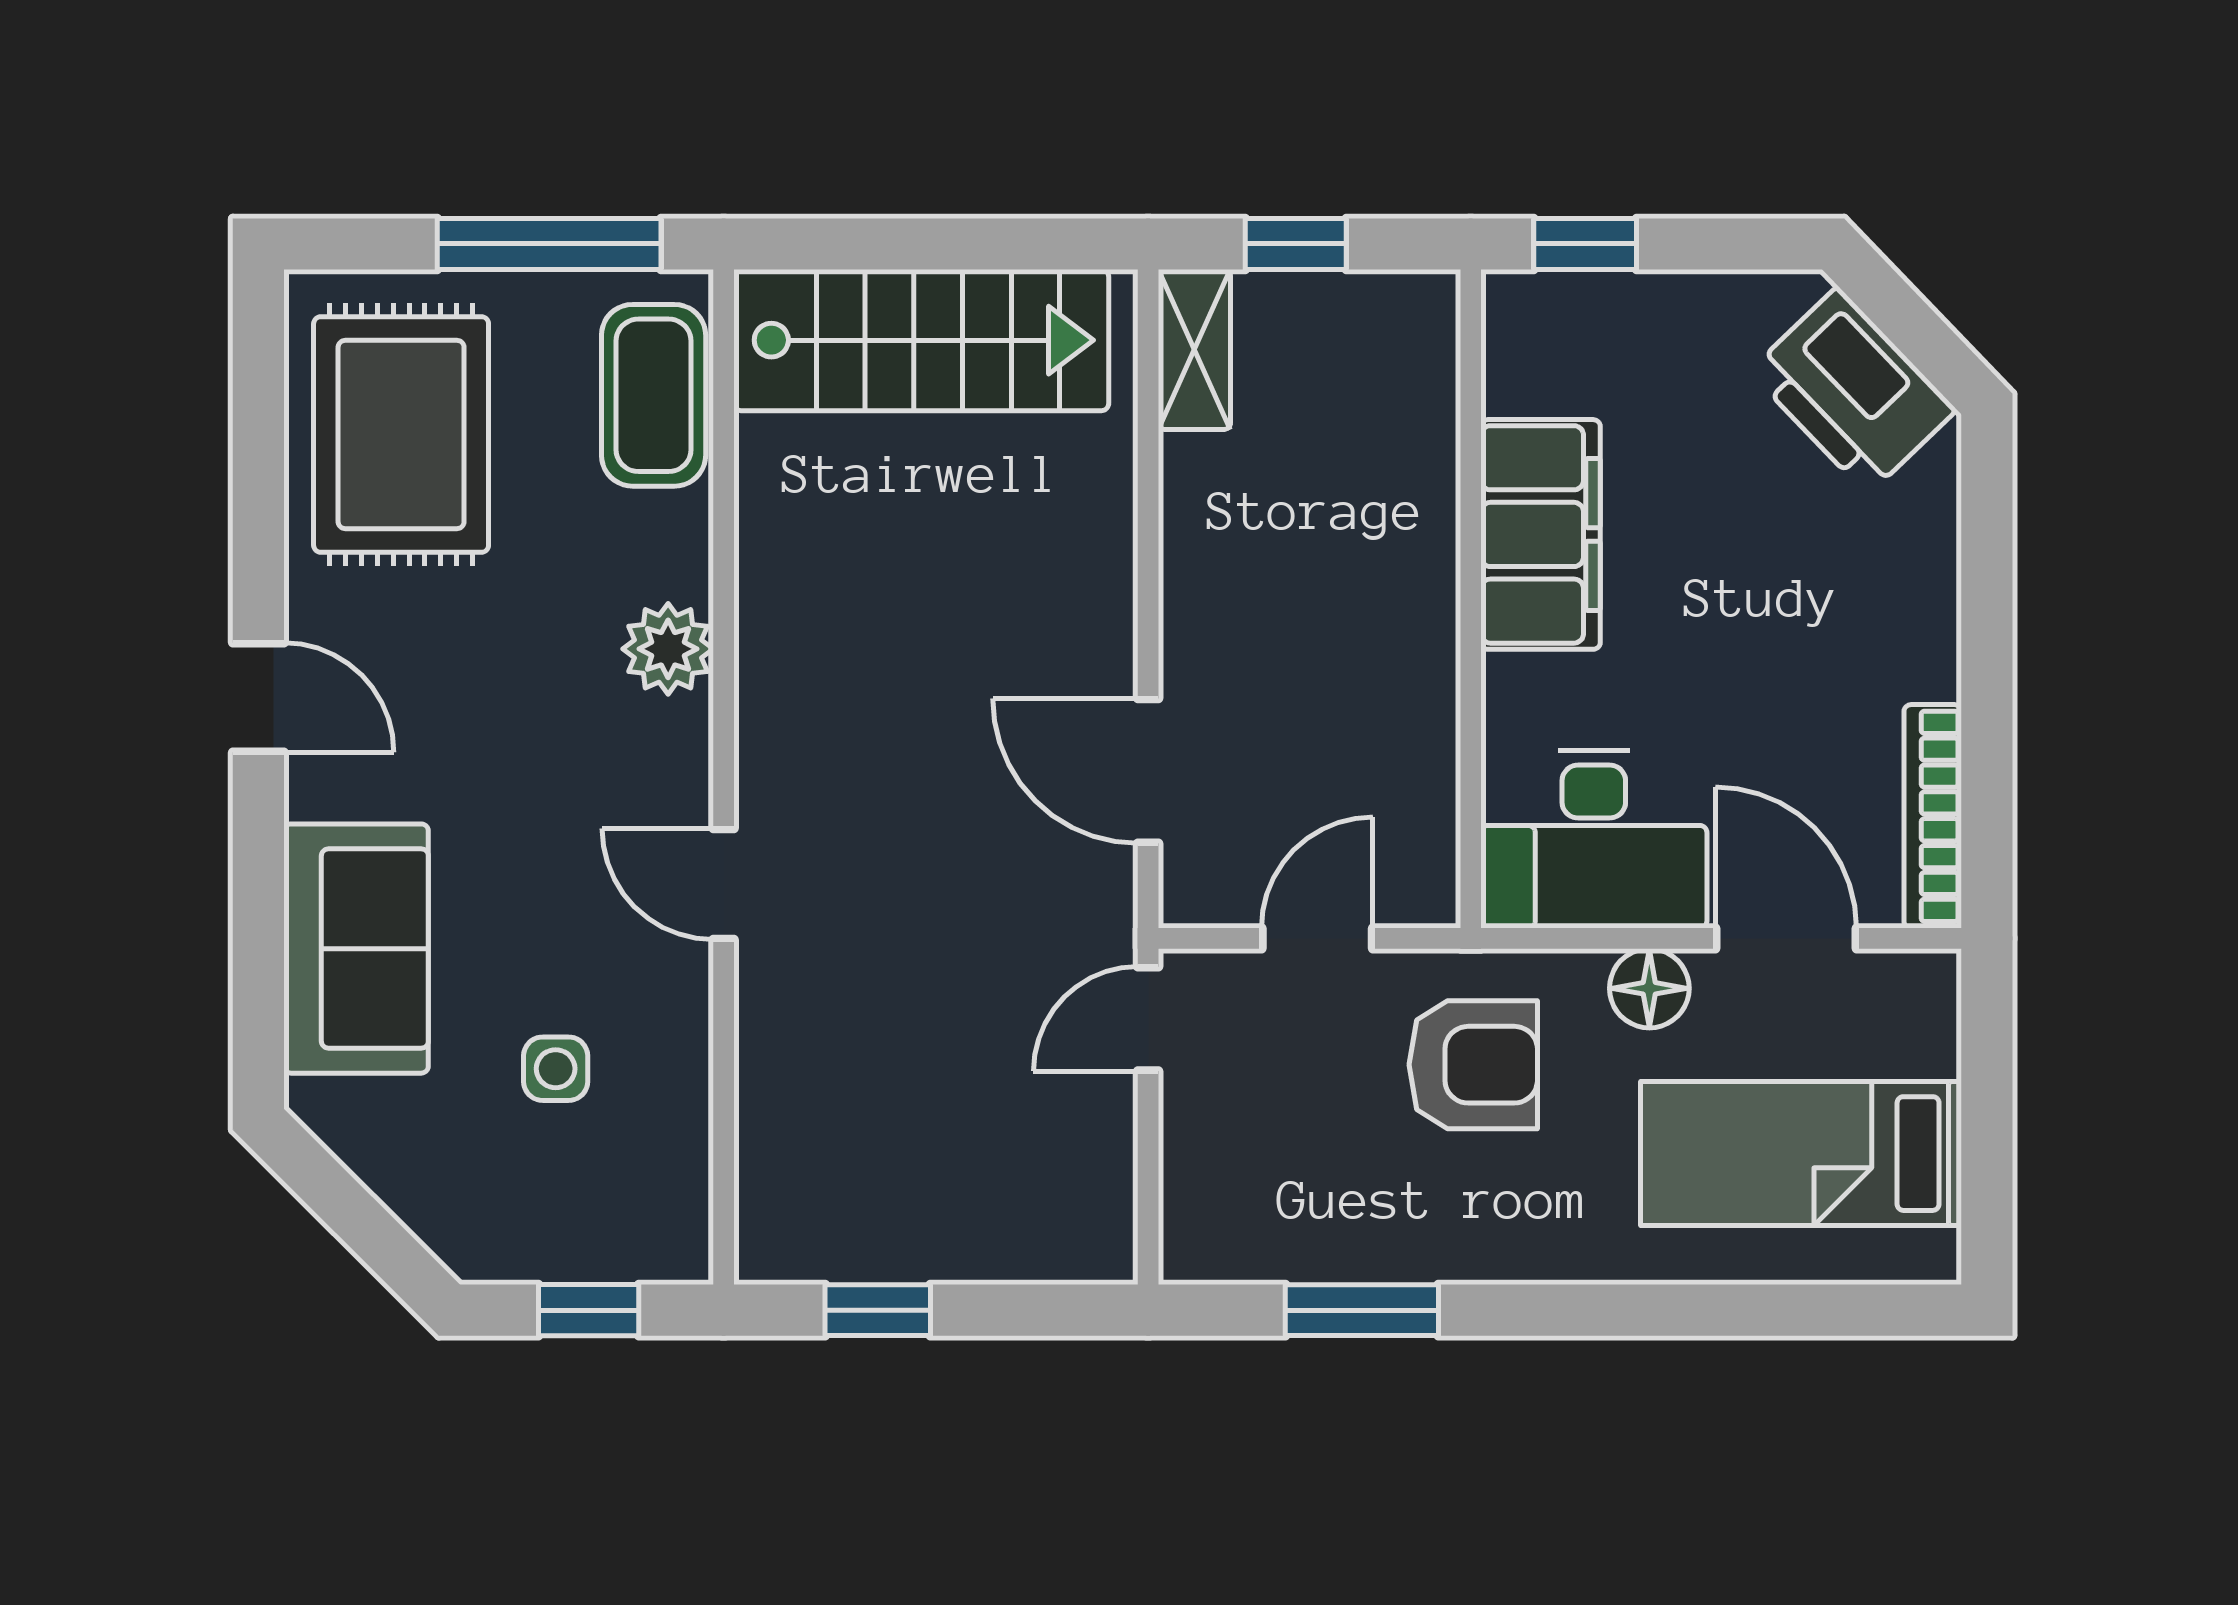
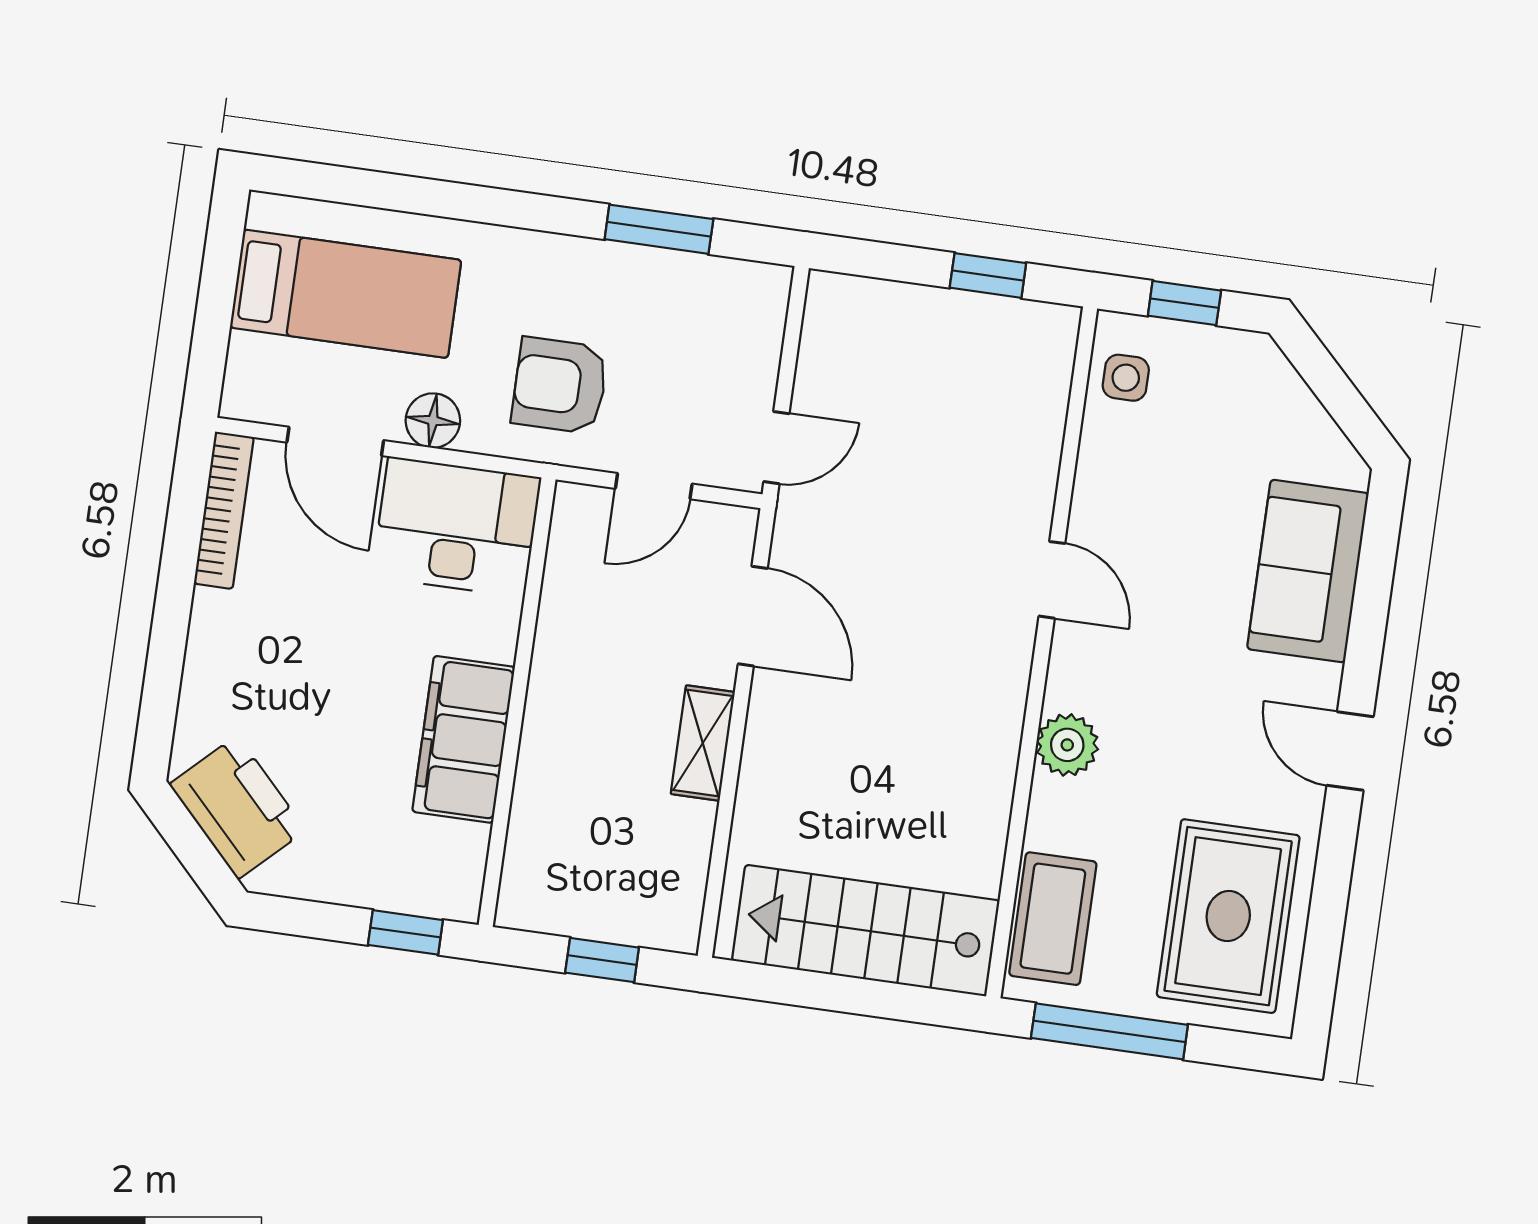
shelving: (1194, 350) -> (703, 743), moved
side table: (556, 1069) -> (1126, 378), moved

